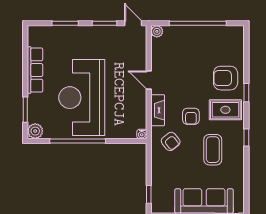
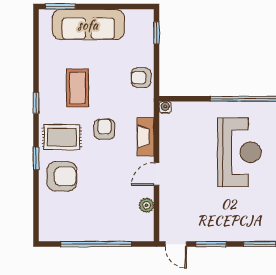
plant: (157, 31) -> (146, 205), moved
door: (149, 80) -> (157, 174), swing flipped
reception desk: (82, 98) -> (239, 152), width x0.74, depth x0.77
armchair: (171, 141) -> (141, 78), moved, turned -52

